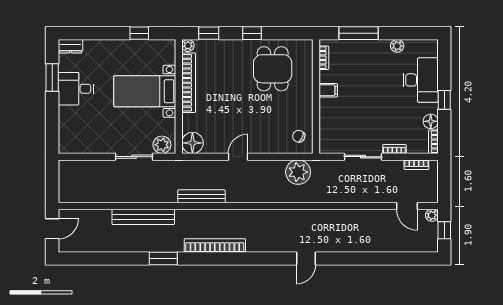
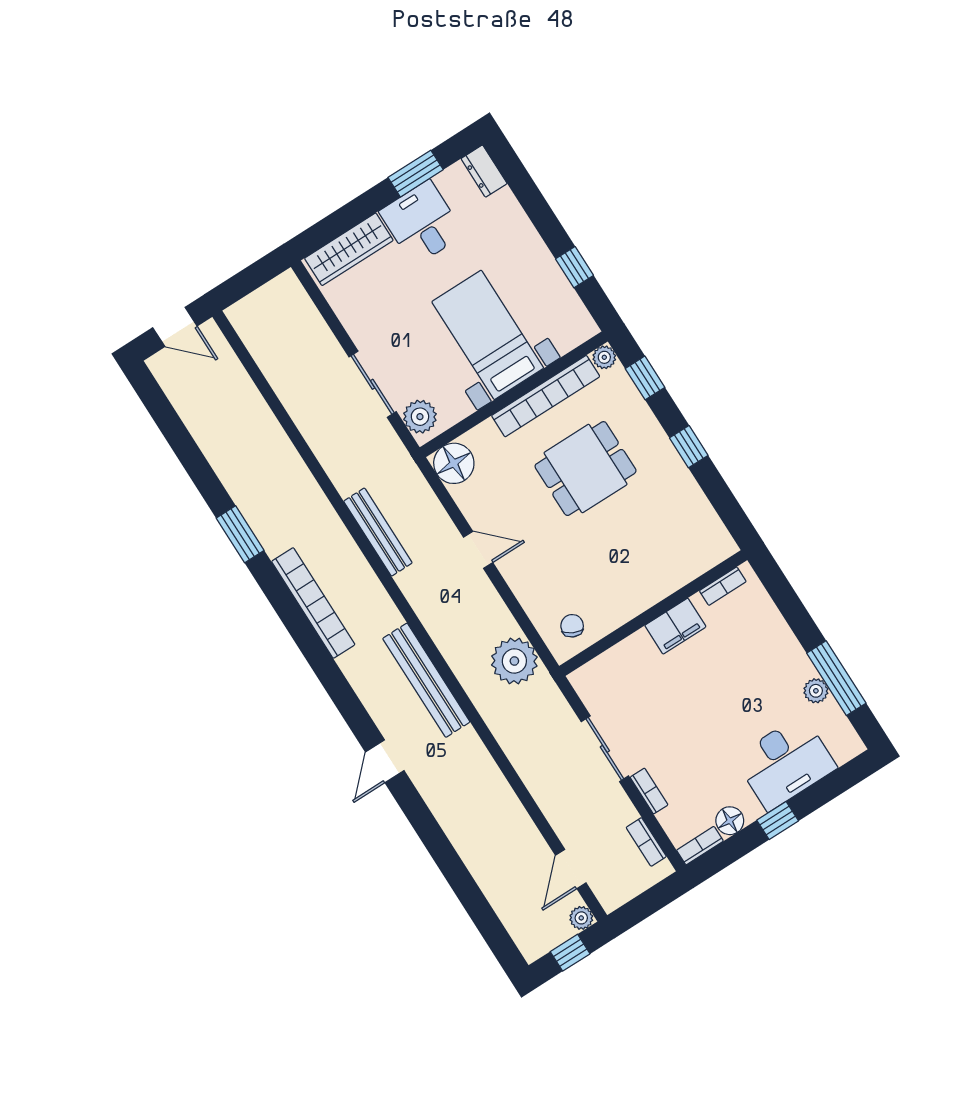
window: (358, 33) -> (836, 678), moved
dining table: (273, 69) -> (586, 469), moved
filing cabinet: (328, 90) -> (675, 626), width x2.00
wardrobe: (67, 129) -> (349, 249), added
bench: (143, 217) -> (426, 680), moved
door: (306, 259) -> (385, 761), hinge flipped

